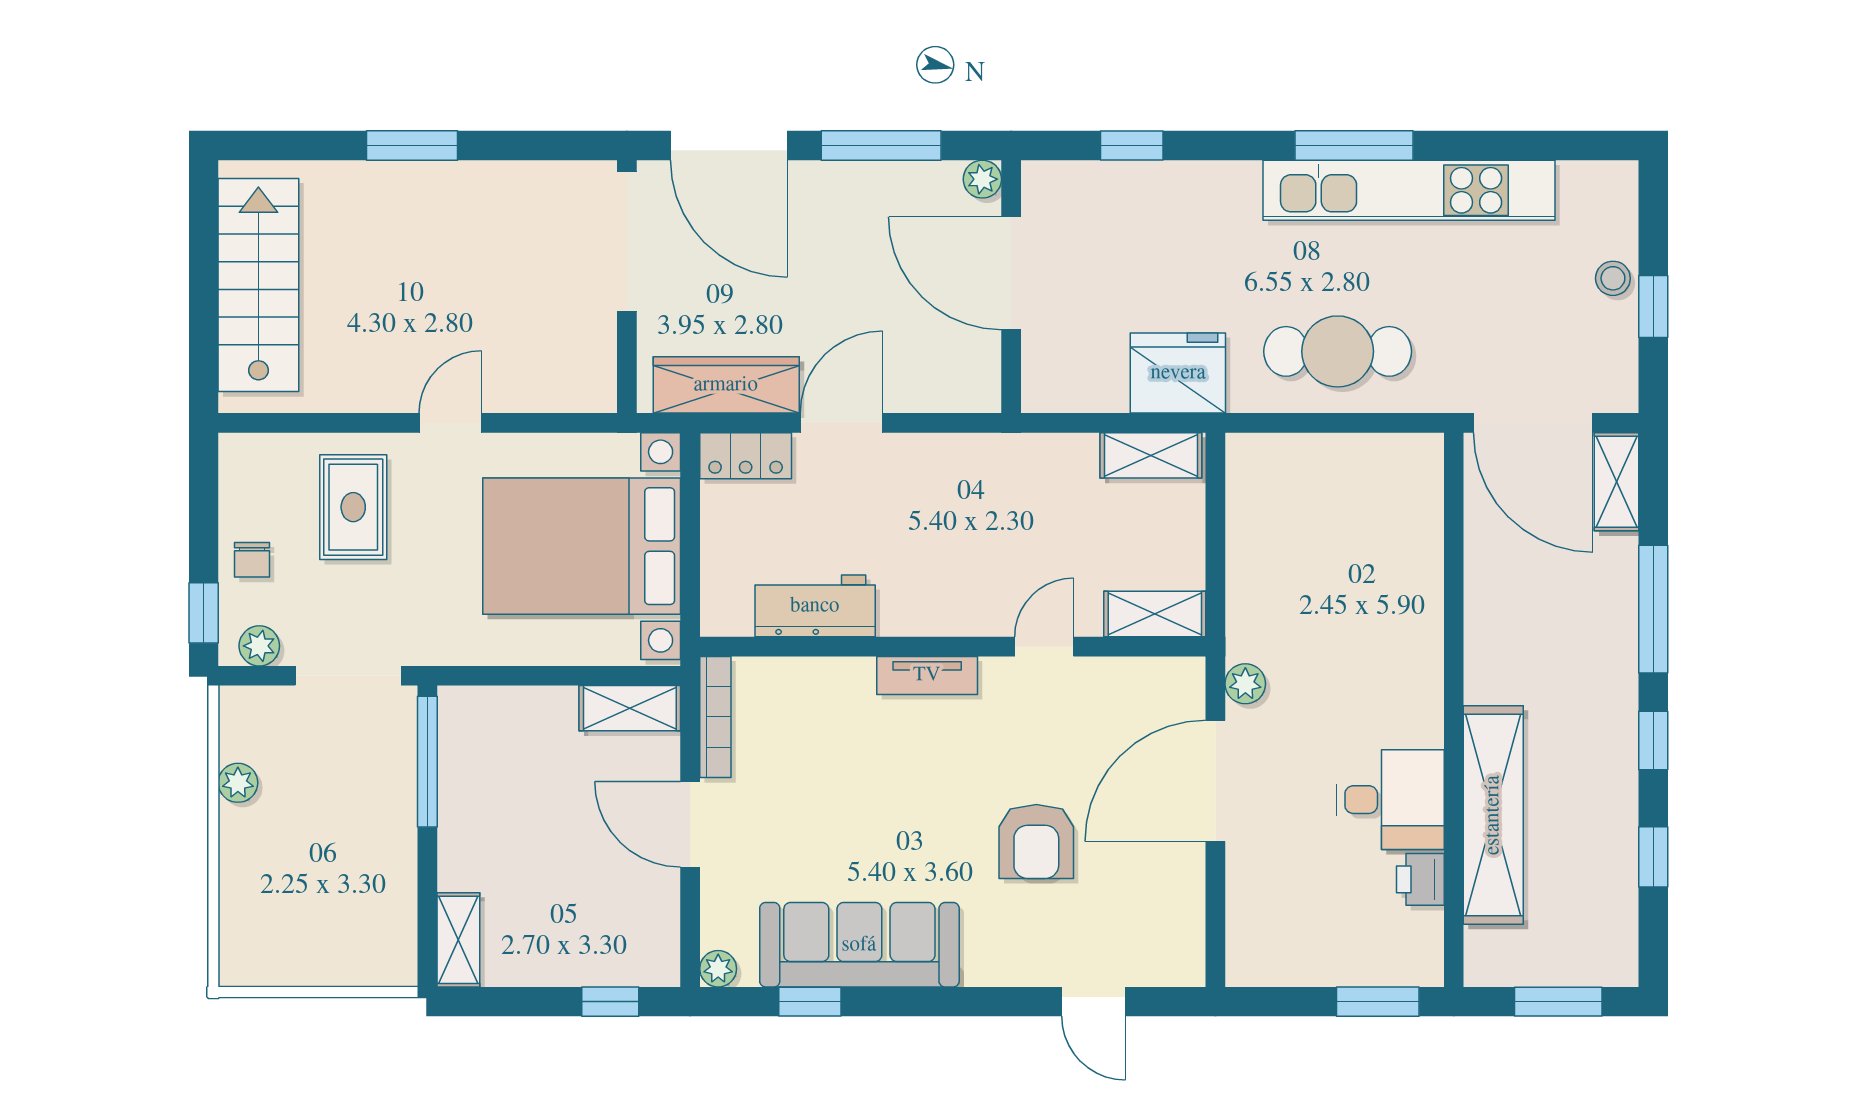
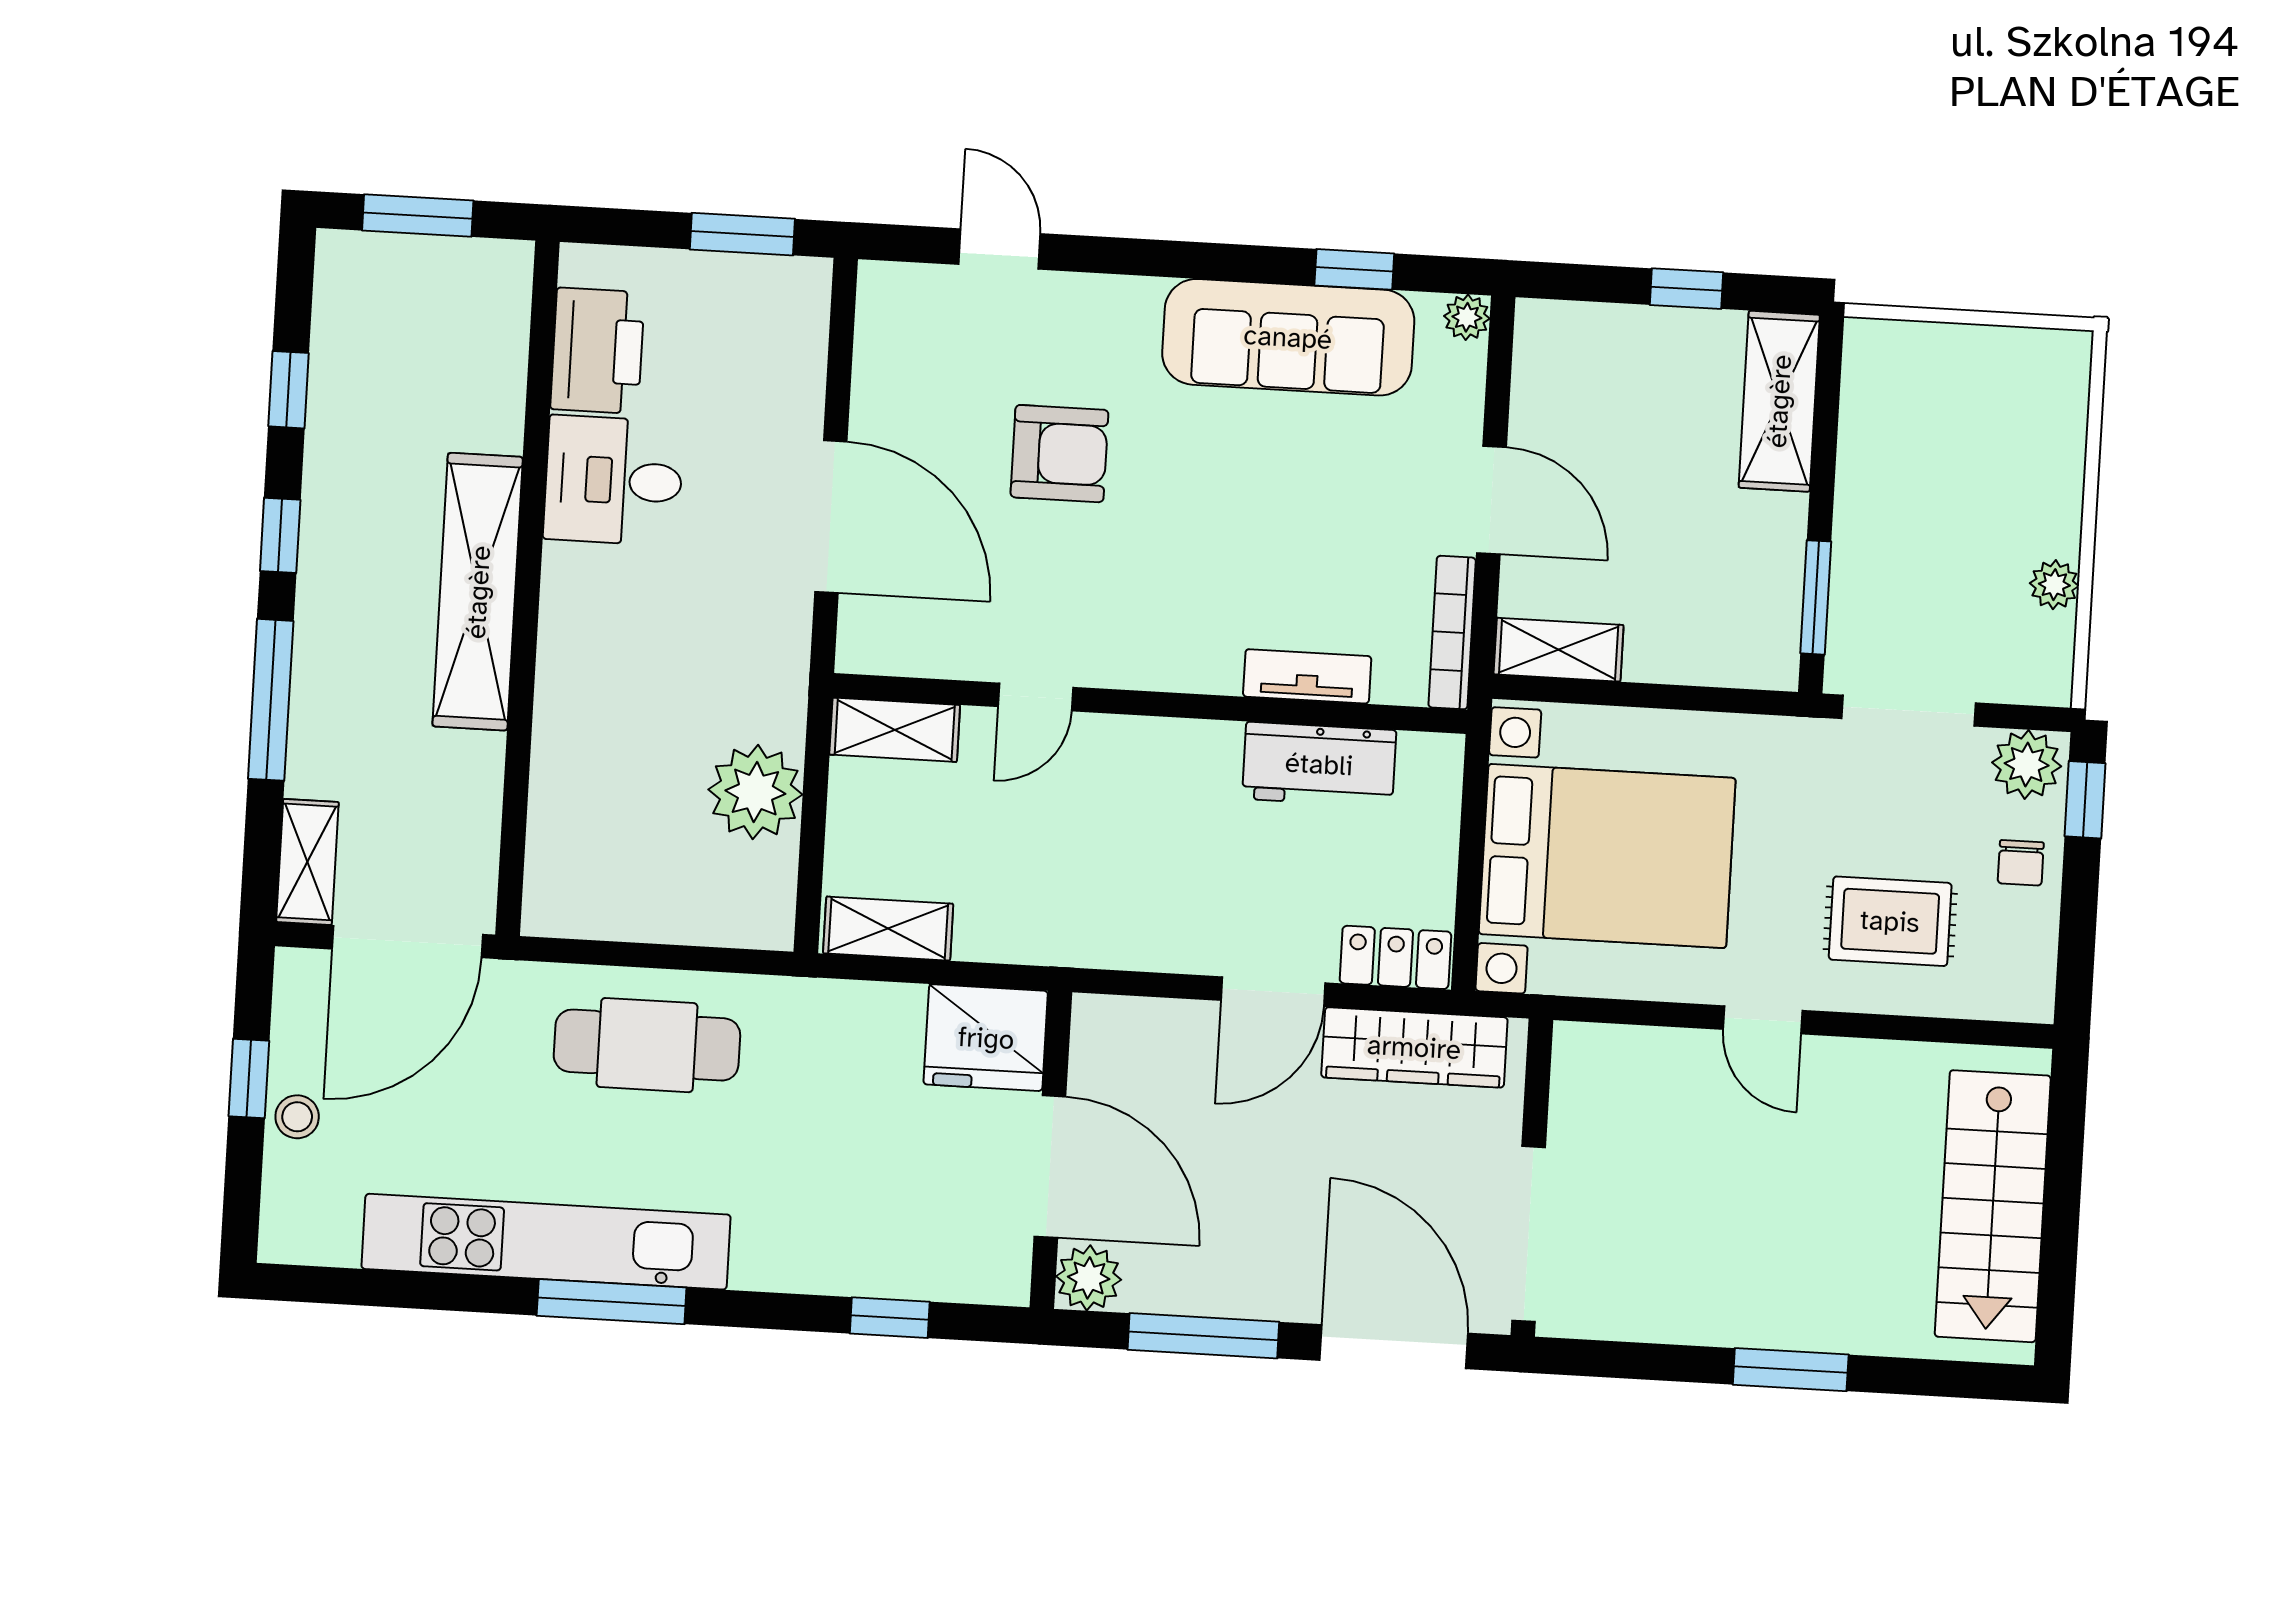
plant: (982, 179) -> (1089, 1278), width x1.38, depth x1.38
fridge: (1178, 373) -> (986, 1038), moved
door: (450, 423) -> (1763, 1020), hinge flipped
door: (1533, 423) -> (407, 942), swing flipped
rug: (353, 507) -> (1890, 921), turned 90
chair: (252, 560) -> (2021, 863), turned 180
plant: (259, 646) -> (2027, 764), width x1.38, depth x1.38
tv unit: (927, 675) -> (1307, 676), moved
plant: (1245, 684) -> (755, 792), moved, width x1.87, depth x1.87
window: (427, 762) -> (1816, 597), width x0.69
door: (1215, 781) -> (831, 517), hinge flipped
shelving: (1493, 815) -> (478, 592), moved
armchair: (1036, 841) -> (1059, 454), turned 90
printer: (1420, 879) -> (597, 351), width x1.87, depth x1.48
shelving: (458, 940) -> (1779, 401), width x1.50, depth x1.33
window: (610, 1002) -> (1687, 289), moved
window: (1378, 1002) -> (742, 234), moved

